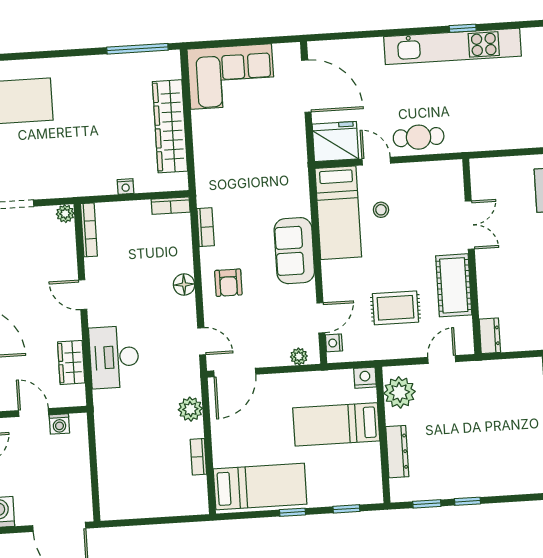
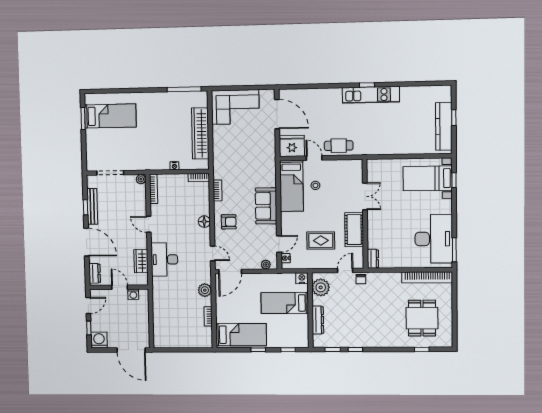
kitchen unit: (452, 46) -> (371, 95), width x0.73
armchair: (228, 283) -> (229, 222), turned -90
chair: (470, 373) -> (361, 279), added

